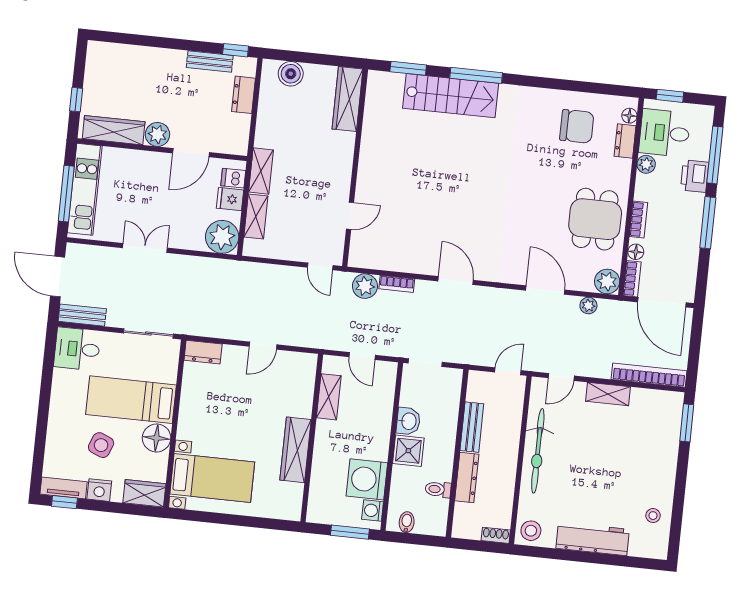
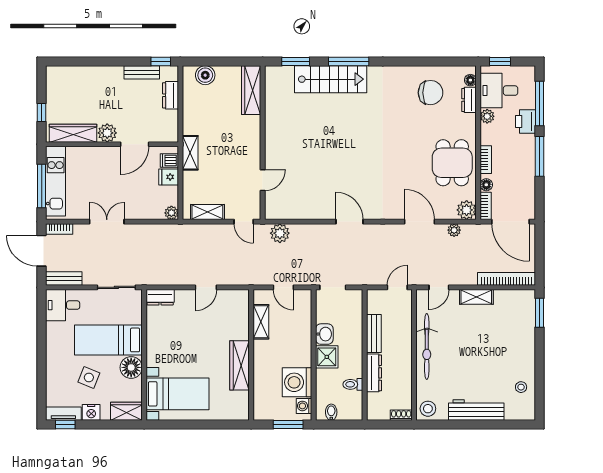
shelving: (256, 217) -> (207, 212), moved, turned 90
plant: (222, 237) -> (171, 213), width x0.53, depth x0.53
bookcase: (397, 284) -> (59, 229), moved

